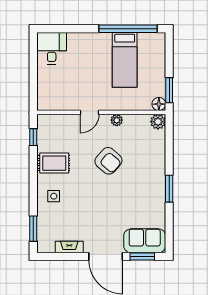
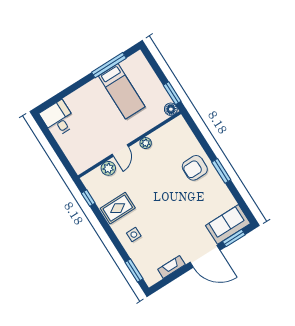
window: (128, 29) -> (109, 65), width x0.68
plant: (158, 122) -> (108, 168), moved
armchair: (108, 161) -> (195, 168), moved, turned 139

